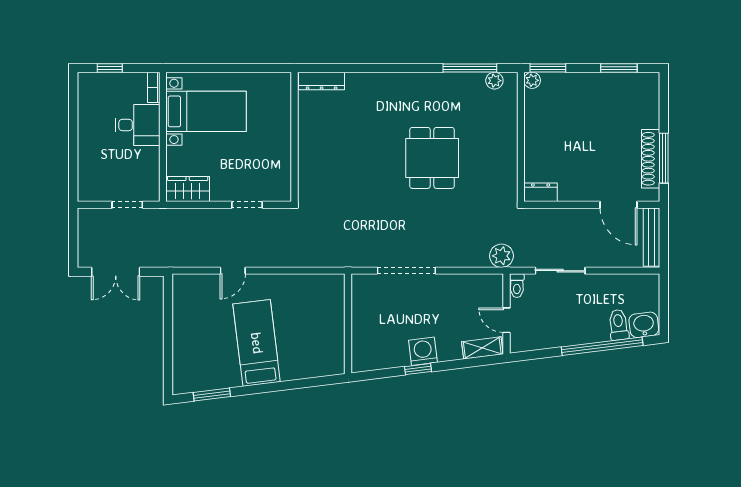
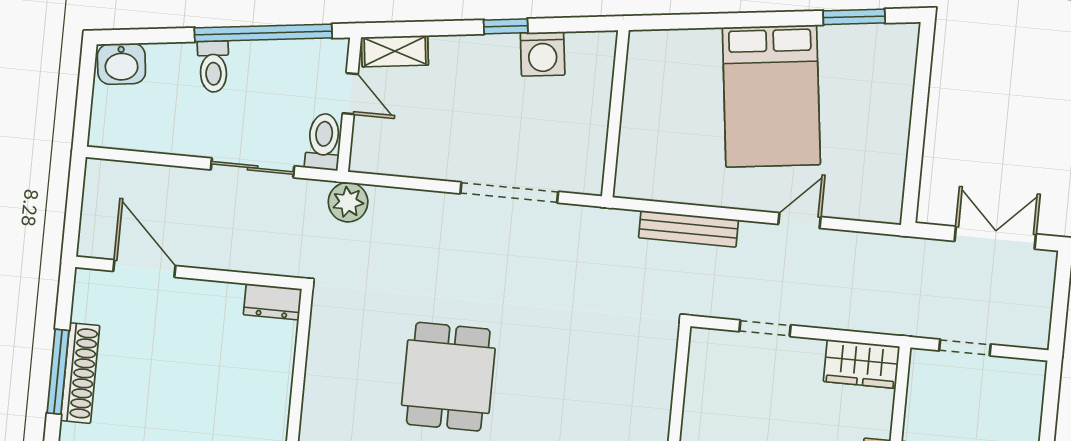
window: (664, 158) -> (58, 372), moved
shoe rack: (651, 159) -> (80, 373), moved
bench: (652, 237) -> (689, 229), moved, turned 90
toilet: (517, 286) -> (323, 142), width x1.37, depth x1.39
toilet: (619, 325) -> (213, 67), moved
bed: (257, 343) -> (771, 96), width x1.50
window: (602, 346) -> (263, 33), moved
washing machine: (423, 351) -> (543, 54), moved

